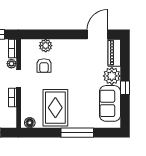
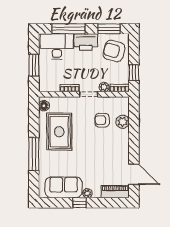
plant: (112, 76) -> (87, 193), width x0.53, depth x0.53
rug: (55, 108) -> (59, 132), turned 90

